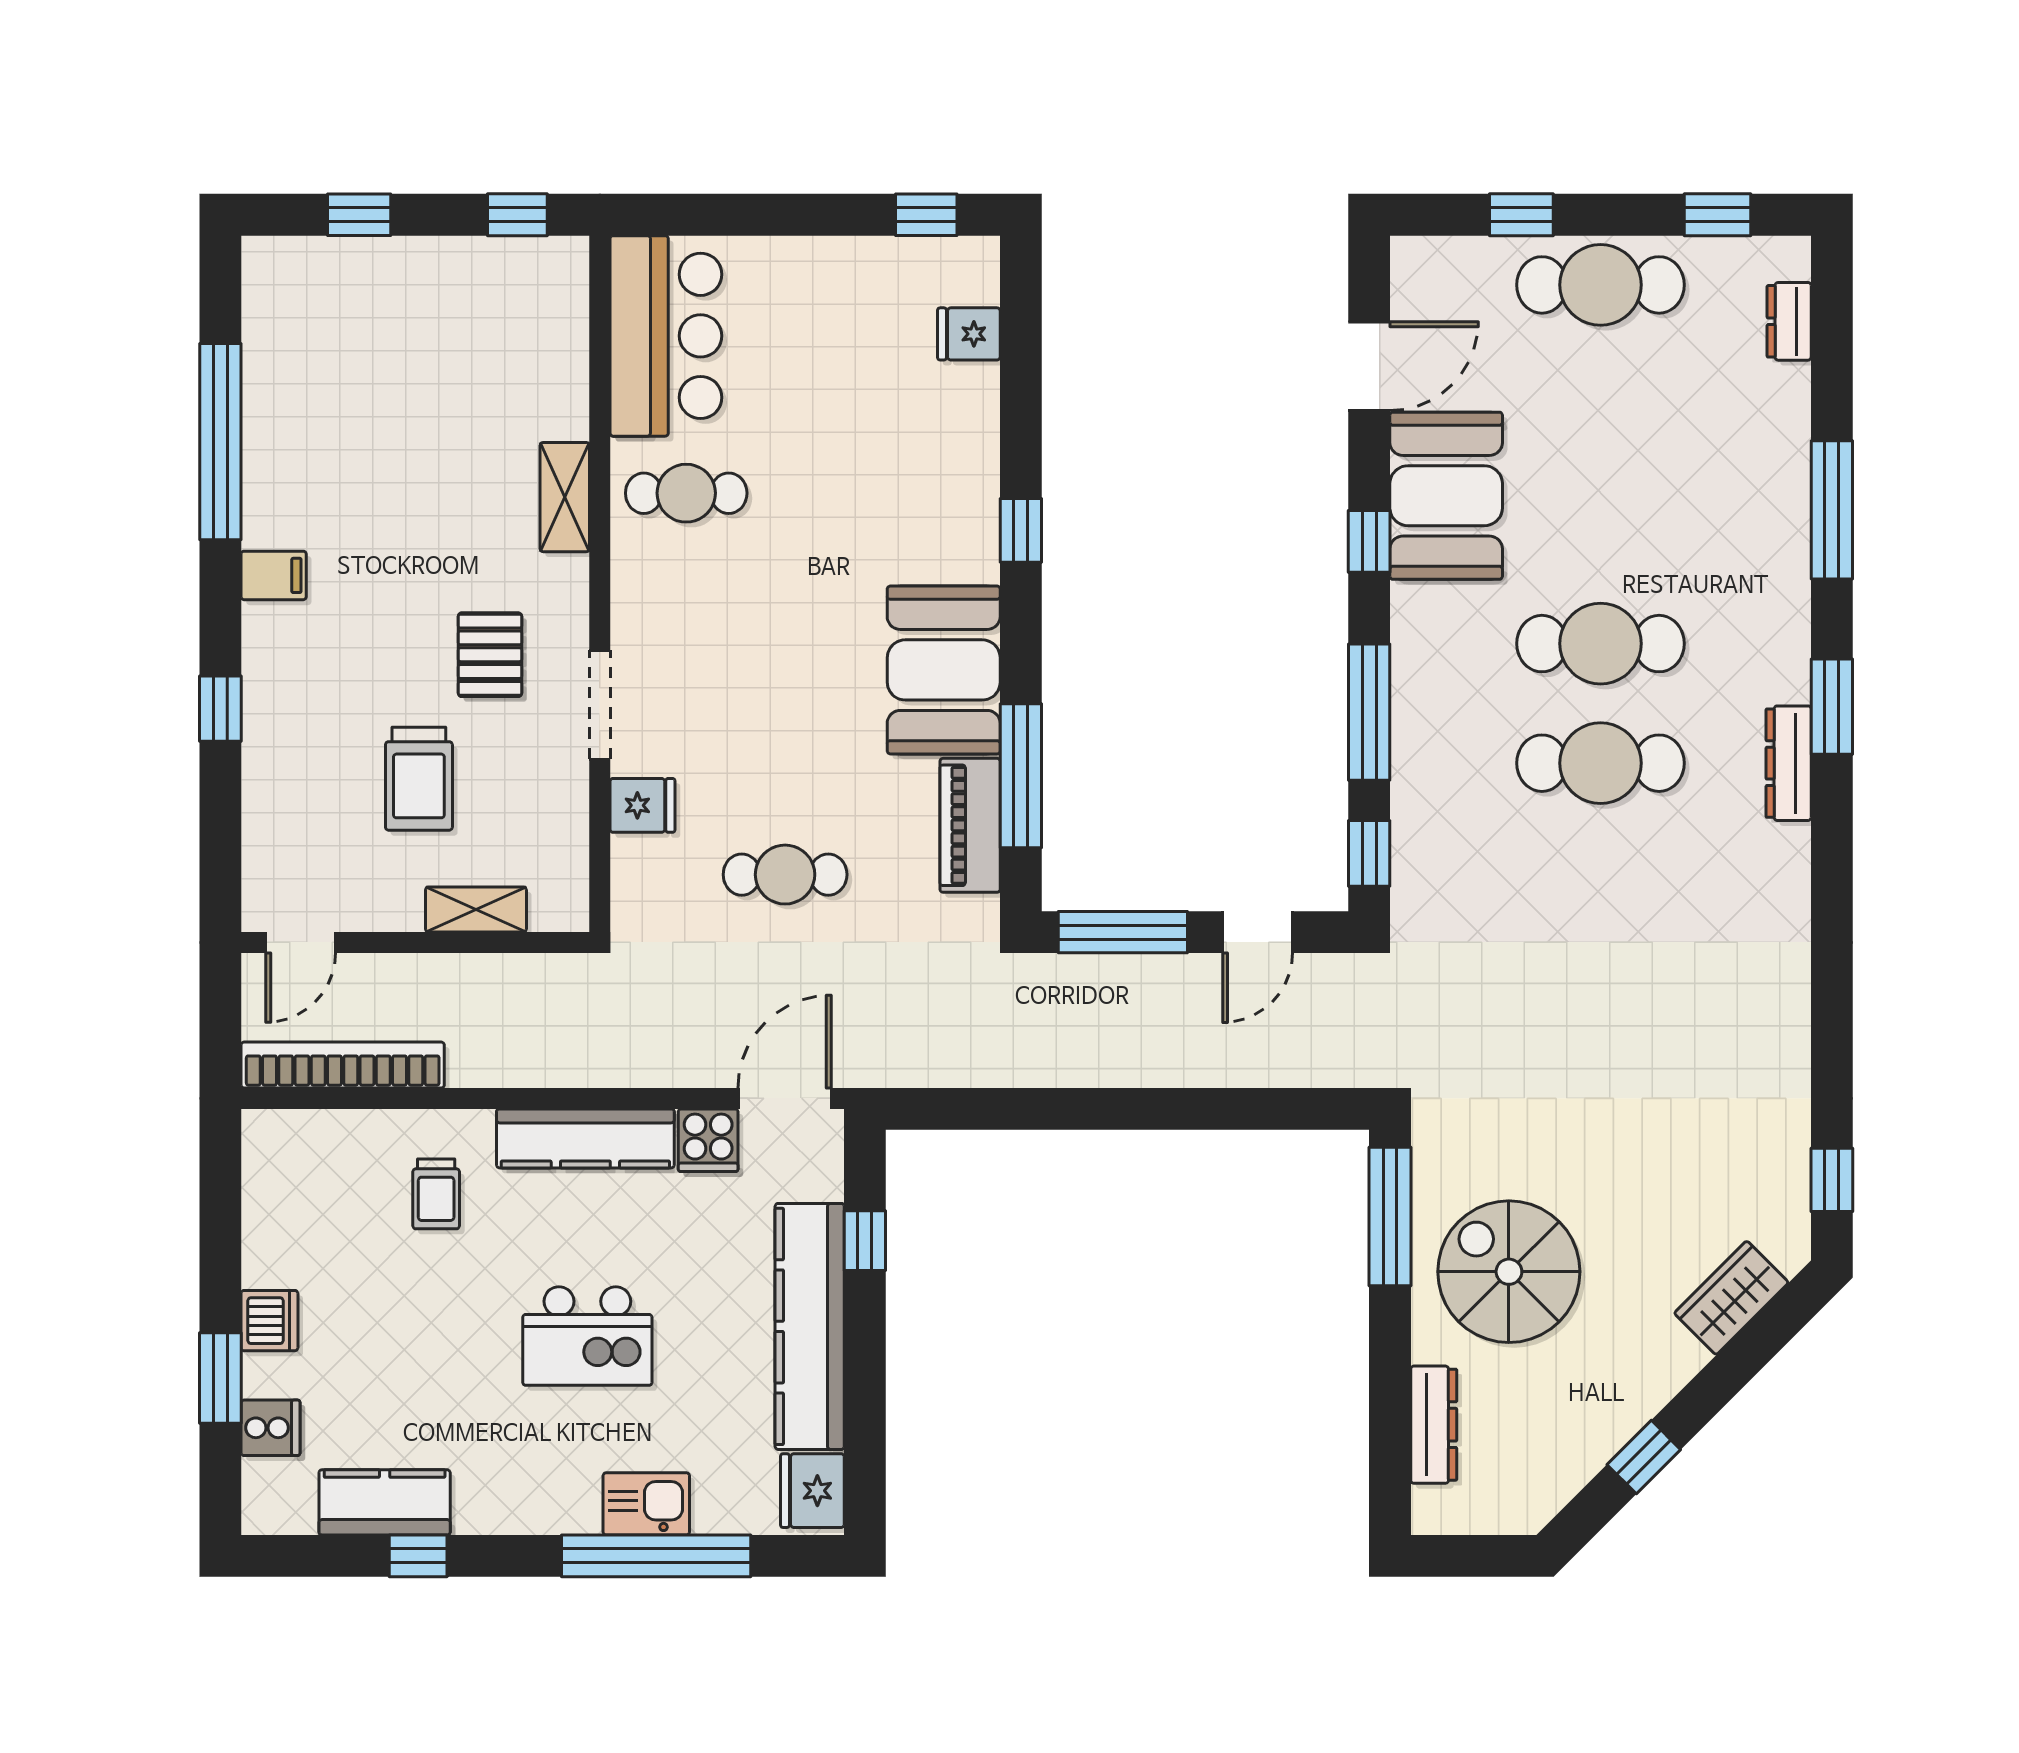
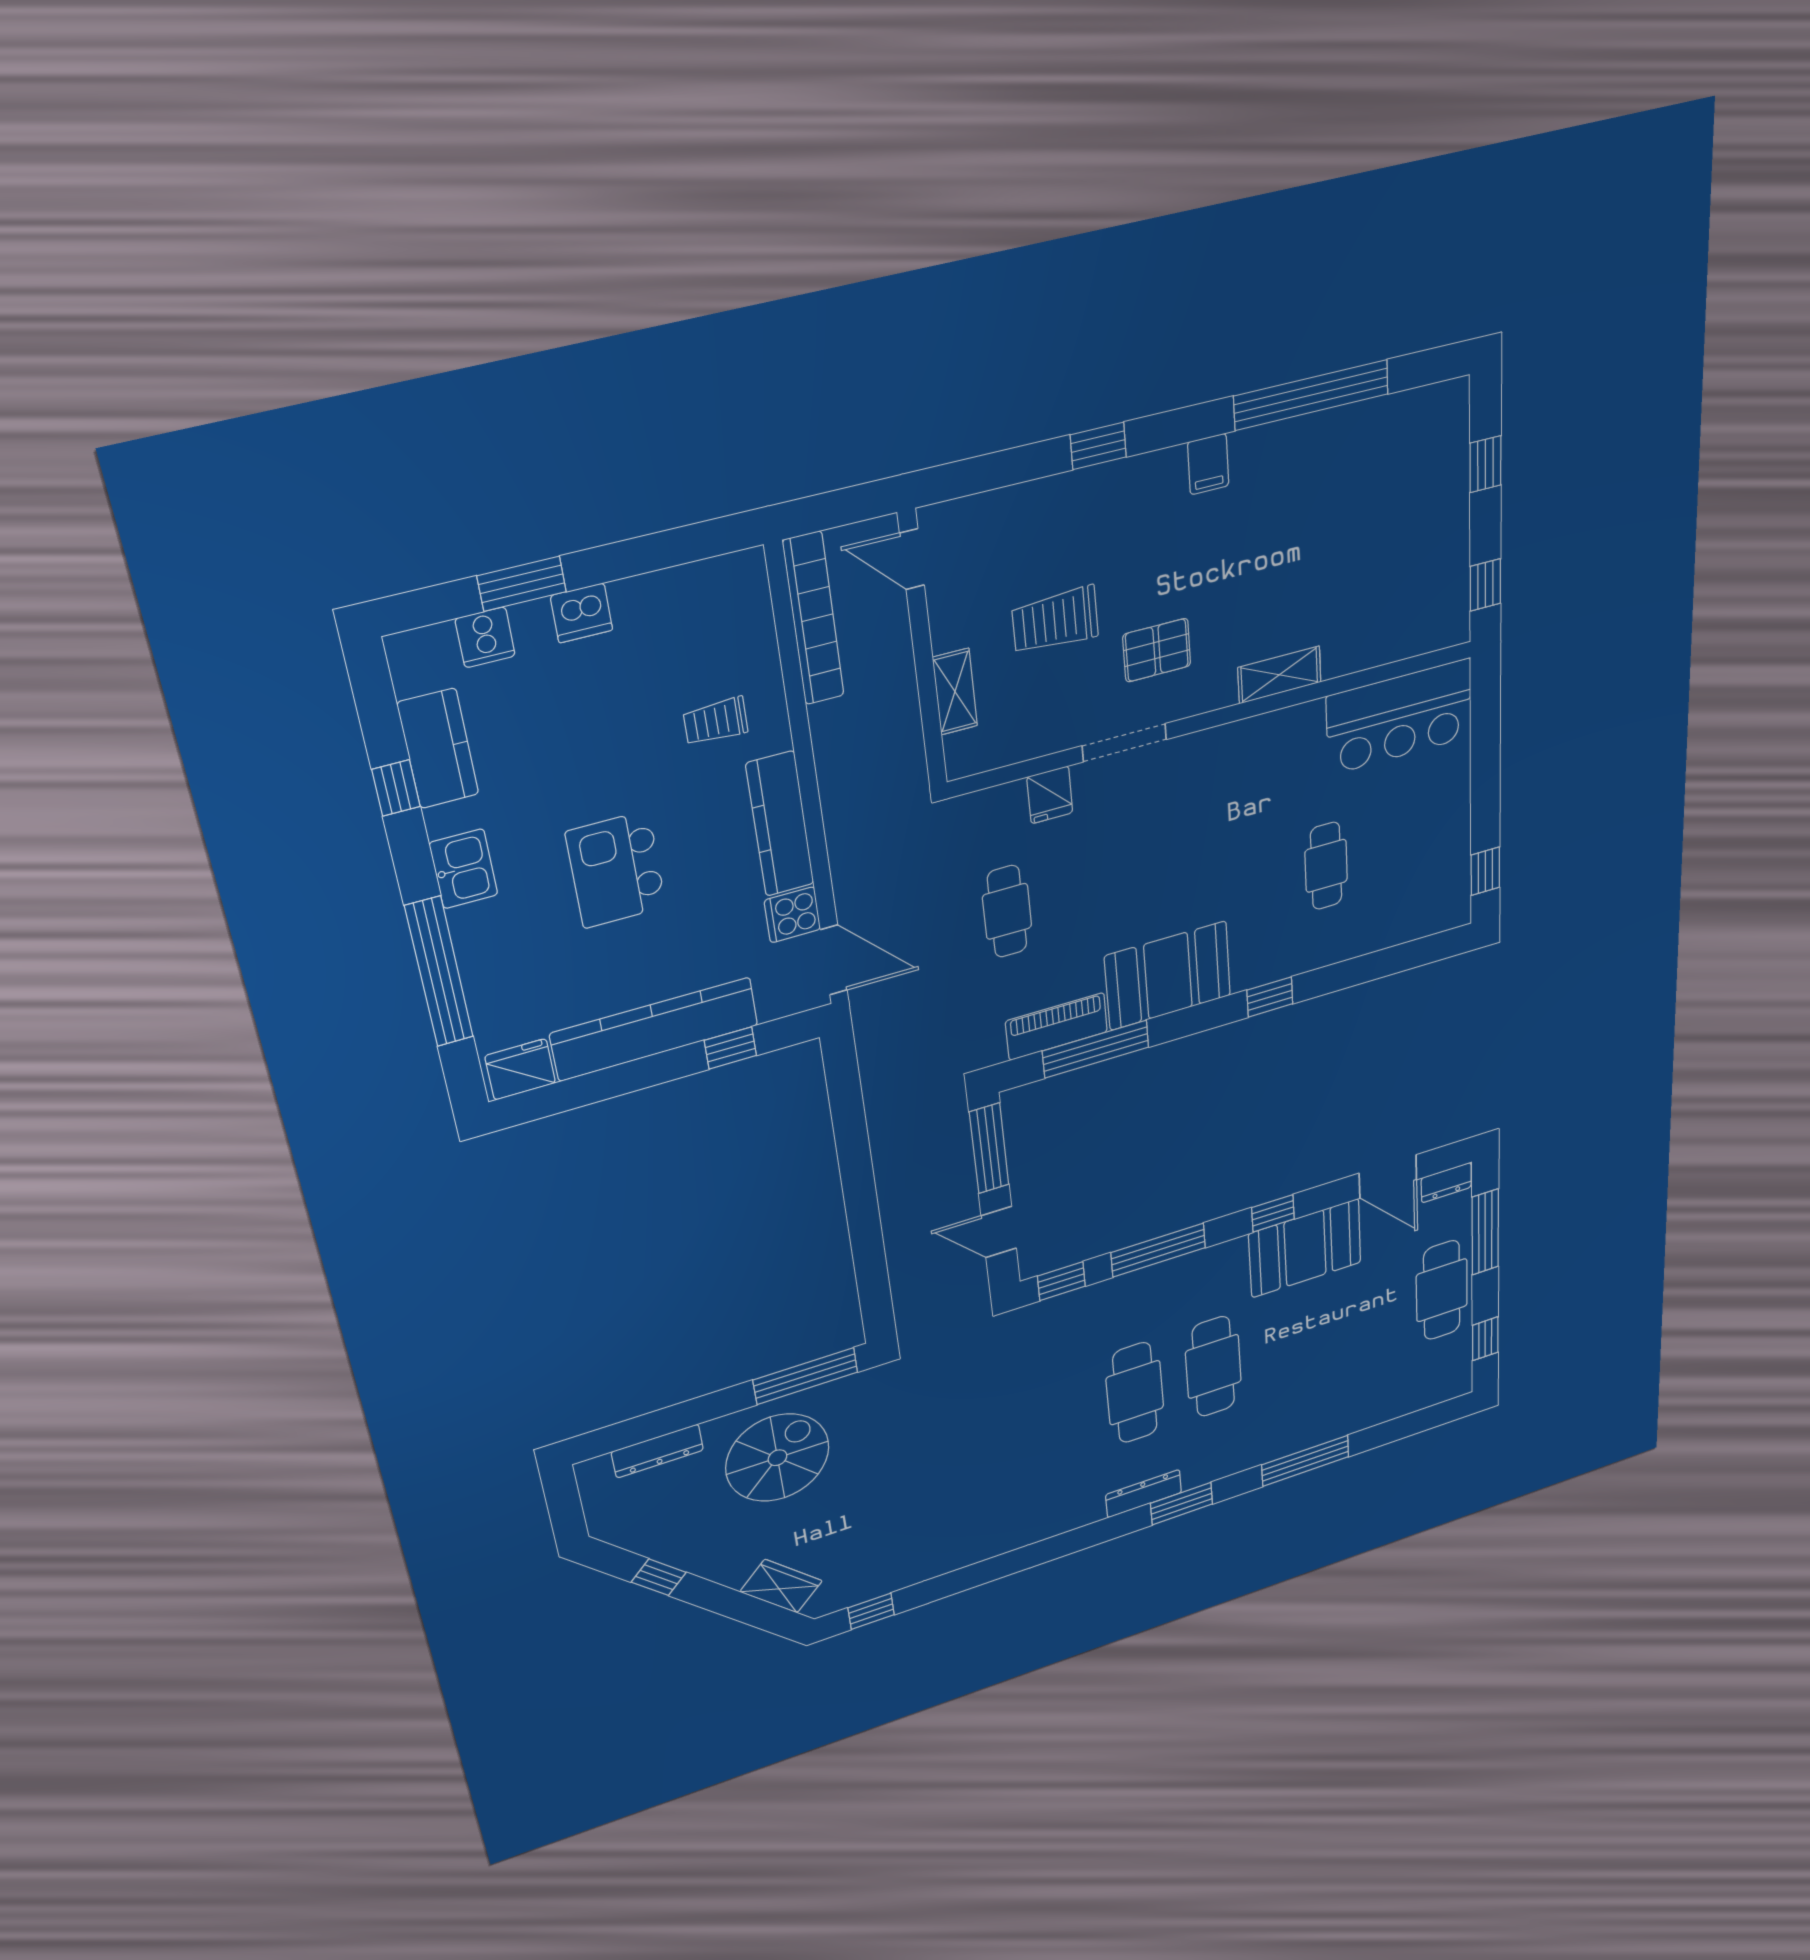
window: (1521, 215) -> (1485, 1232), width x2.17
dresser: (1789, 321) -> (1446, 1183), moved, turned 180
fridge: (969, 334) -> (1404, 923), removed
cafe table: (686, 493) -> (1326, 866), moved
kitchen sink: (646, 1504) -> (464, 869), moved

